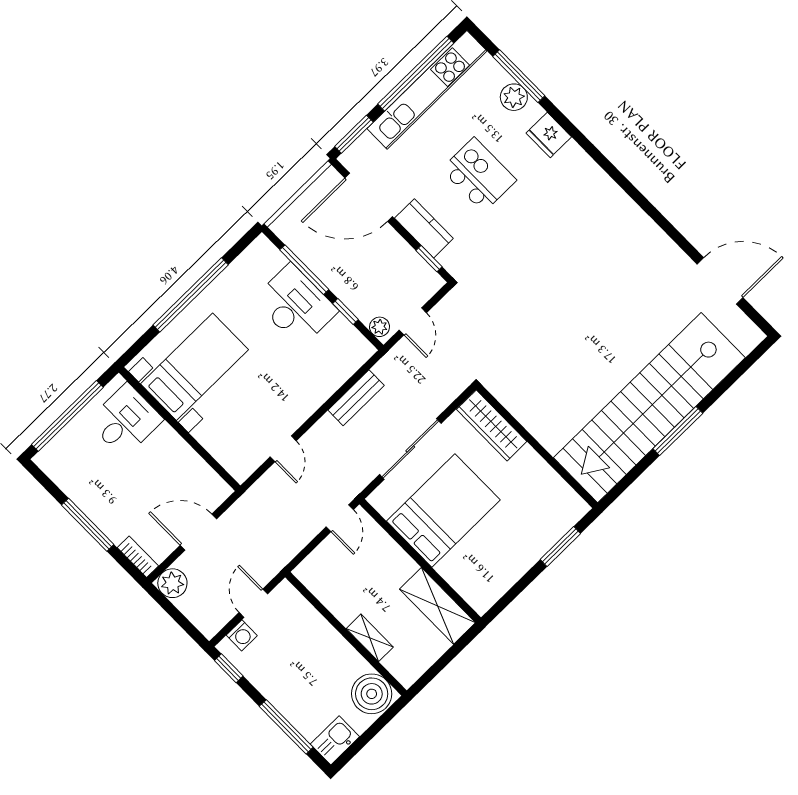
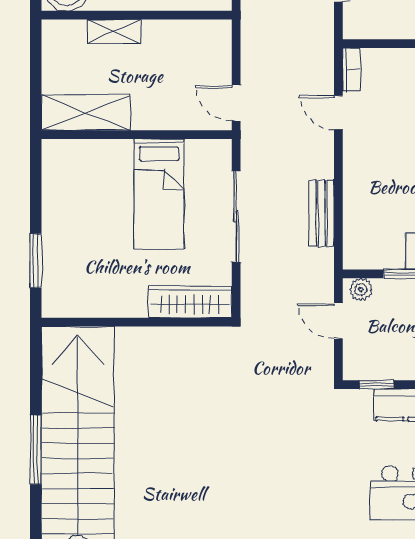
bookcase: (248, 467) -> (351, 70), added
bed: (443, 511) -> (159, 194), width x0.67

